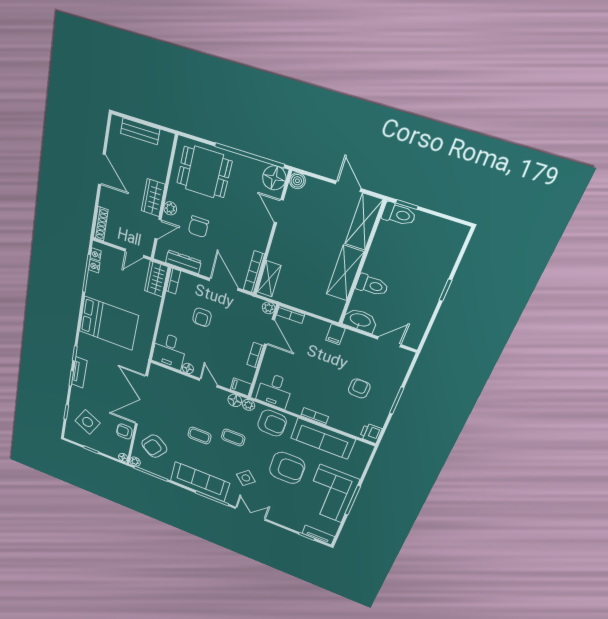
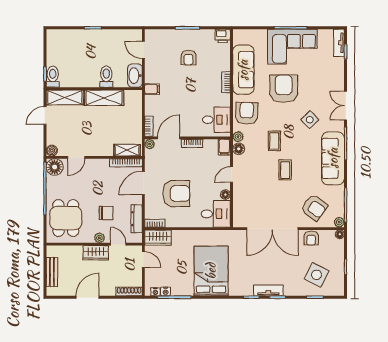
armchair: (202, 317) -> (176, 193), width x1.88, depth x1.88
armchair: (359, 388) -> (188, 58), turned -92

